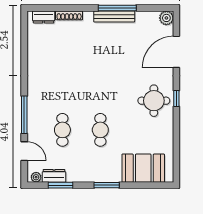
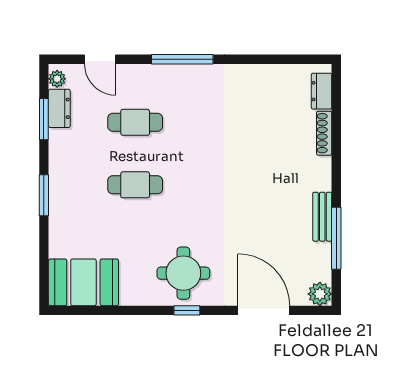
window: (117, 8) -> (336, 238), moved
bench: (114, 16) -> (322, 217), width x0.73
window: (24, 115) -> (182, 59), moved
door: (24, 151) -> (100, 59), hinge flipped
booth: (143, 168) -> (83, 282), moved, turned 90

